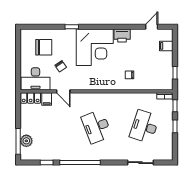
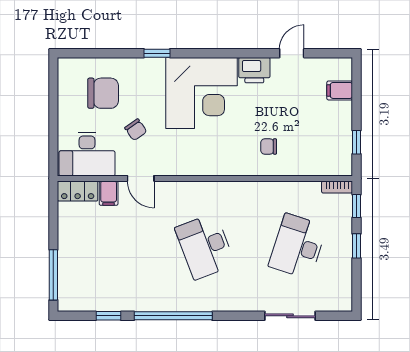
door: (152, 27) -> (292, 53), moved
plant: (26, 141) -> (69, 274), removed

